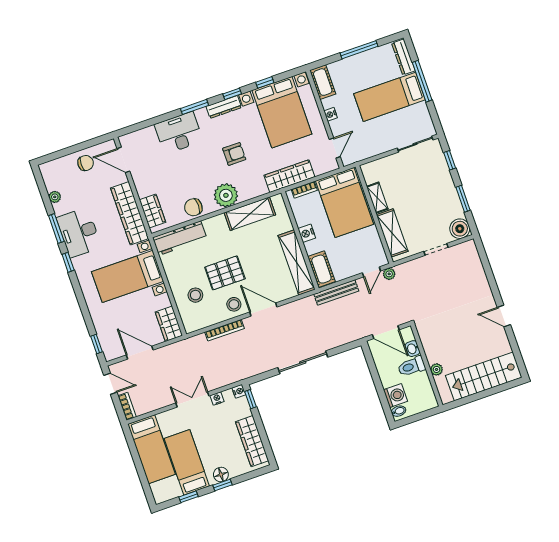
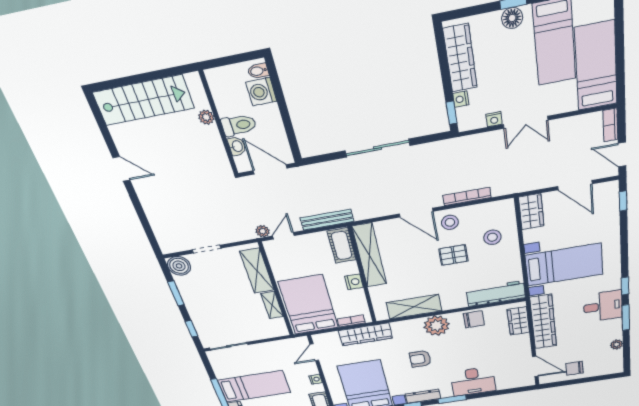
desk: (79, 233) -> (603, 306), width x0.73
pallet: (225, 273) -> (453, 255), width x0.67, depth x0.71
nightstand: (239, 391) -> (461, 99), moved

